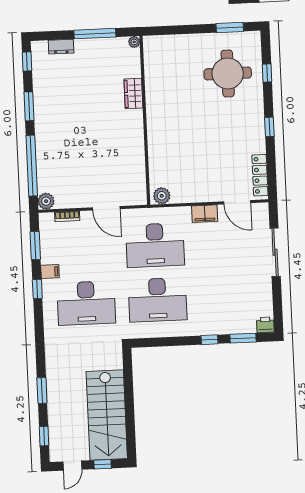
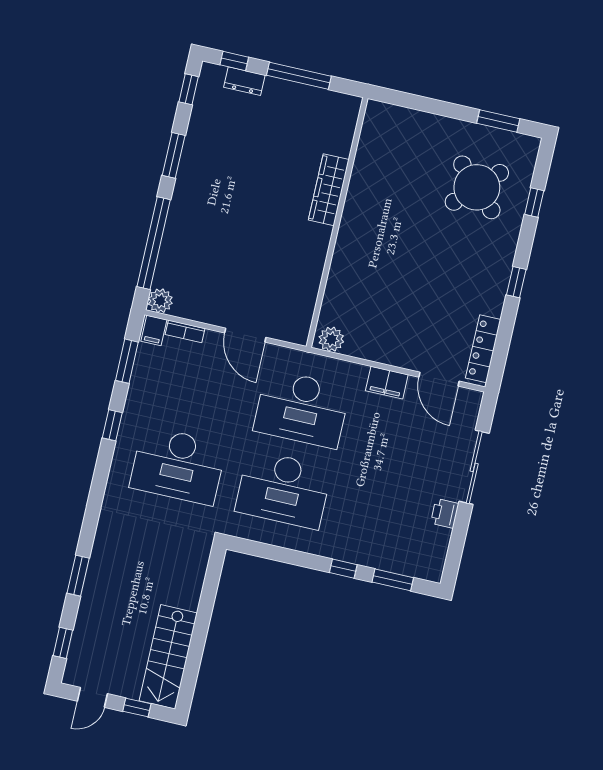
window: (51, 36) -> (234, 61), added
plant: (134, 42) -> (353, 104), removed
round table: (228, 73) -> (477, 187), turned 45
wardrobe: (133, 94) -> (329, 190), width x1.50
filing cabinet: (50, 272) -> (154, 331), moved, turned 90
printer: (265, 325) -> (445, 513), moved, turned -90
stairs: (107, 415) -> (168, 657), width x0.73, depth x0.66

